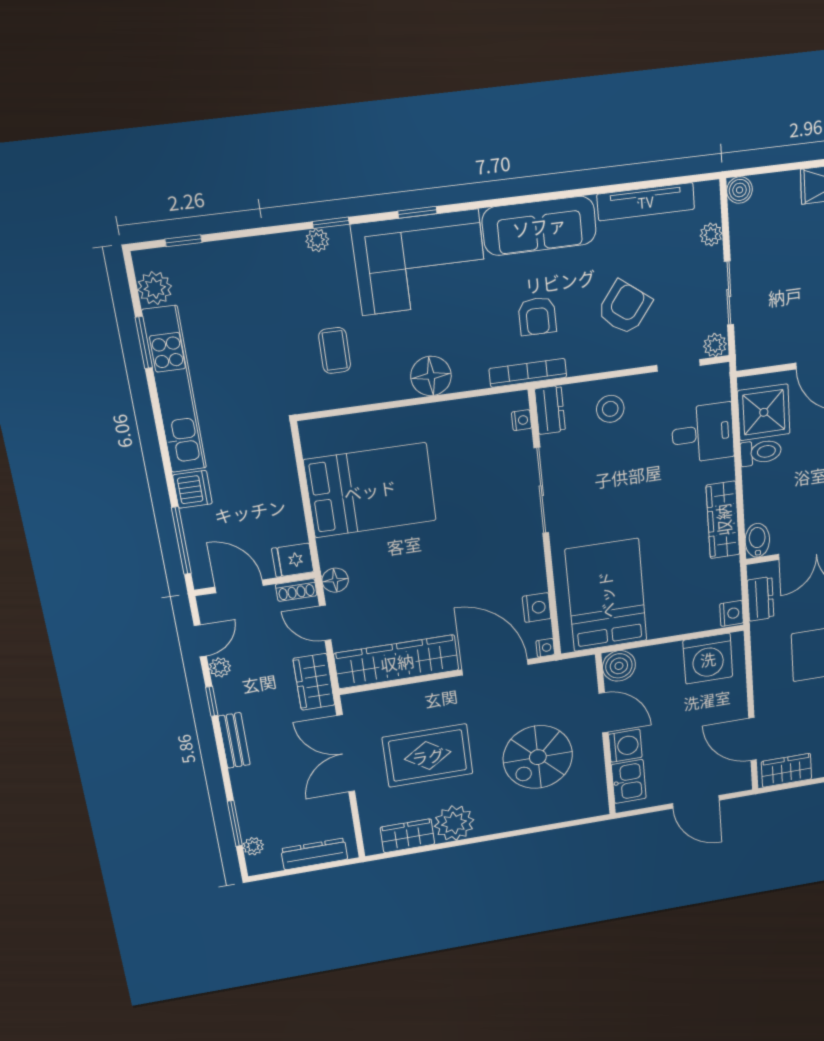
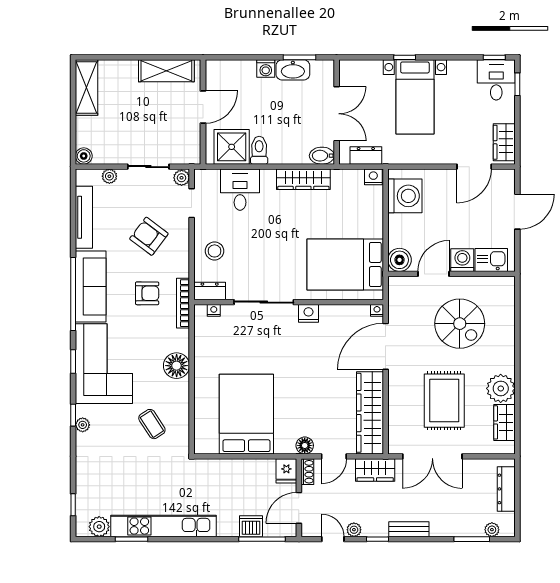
window: (525, 199) -> (73, 294), added
coffee table: (335, 350) -> (152, 424), turned 57
dishwasher: (193, 489) -> (251, 526), moved
nightstand: (537, 608) -> (308, 313), moved

